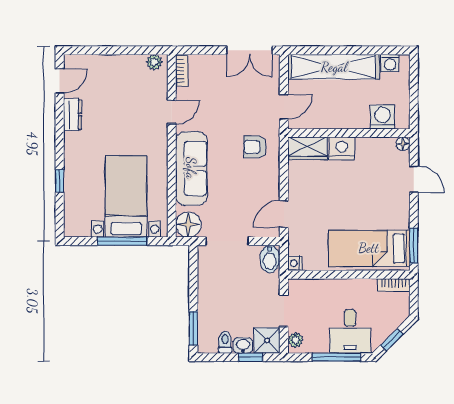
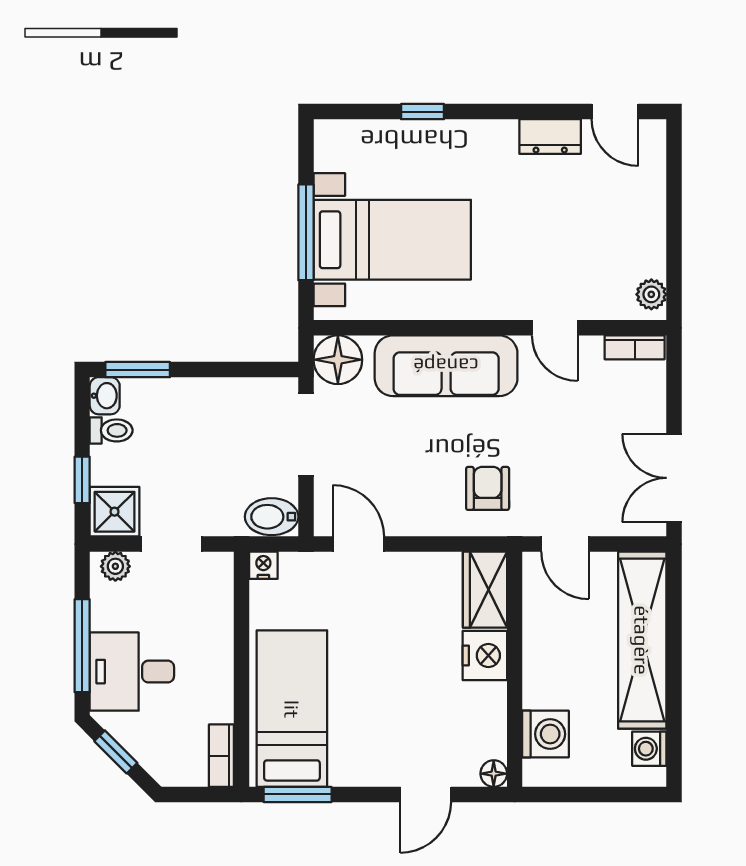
washbasin: (243, 346) -> (105, 396), moved

